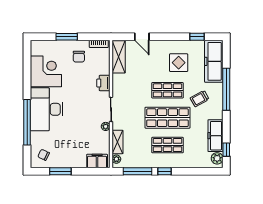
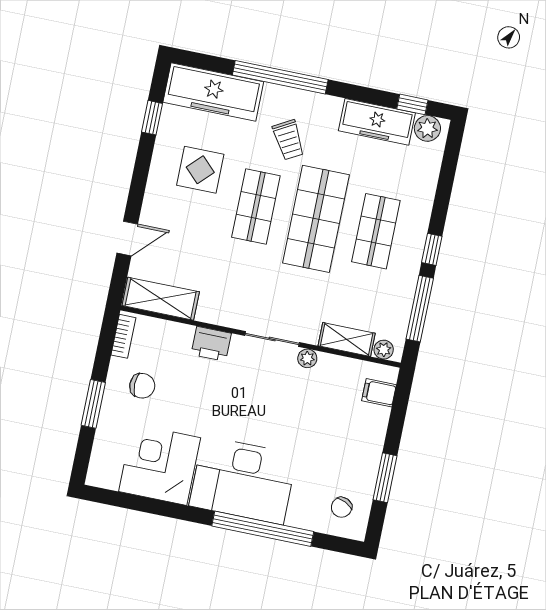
filing cabinet: (97, 161) -> (379, 393), width x0.50

